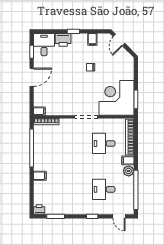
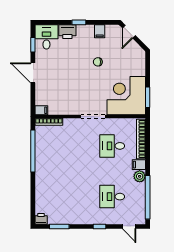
door: (32, 77) -> (33, 73), swing flipped
filing cabinet: (40, 176) -> (42, 182), removed

